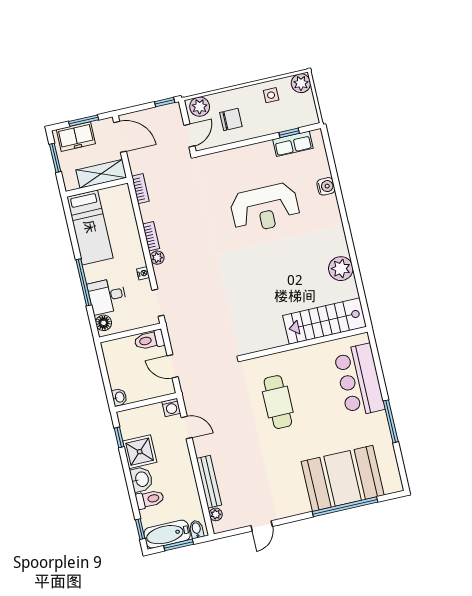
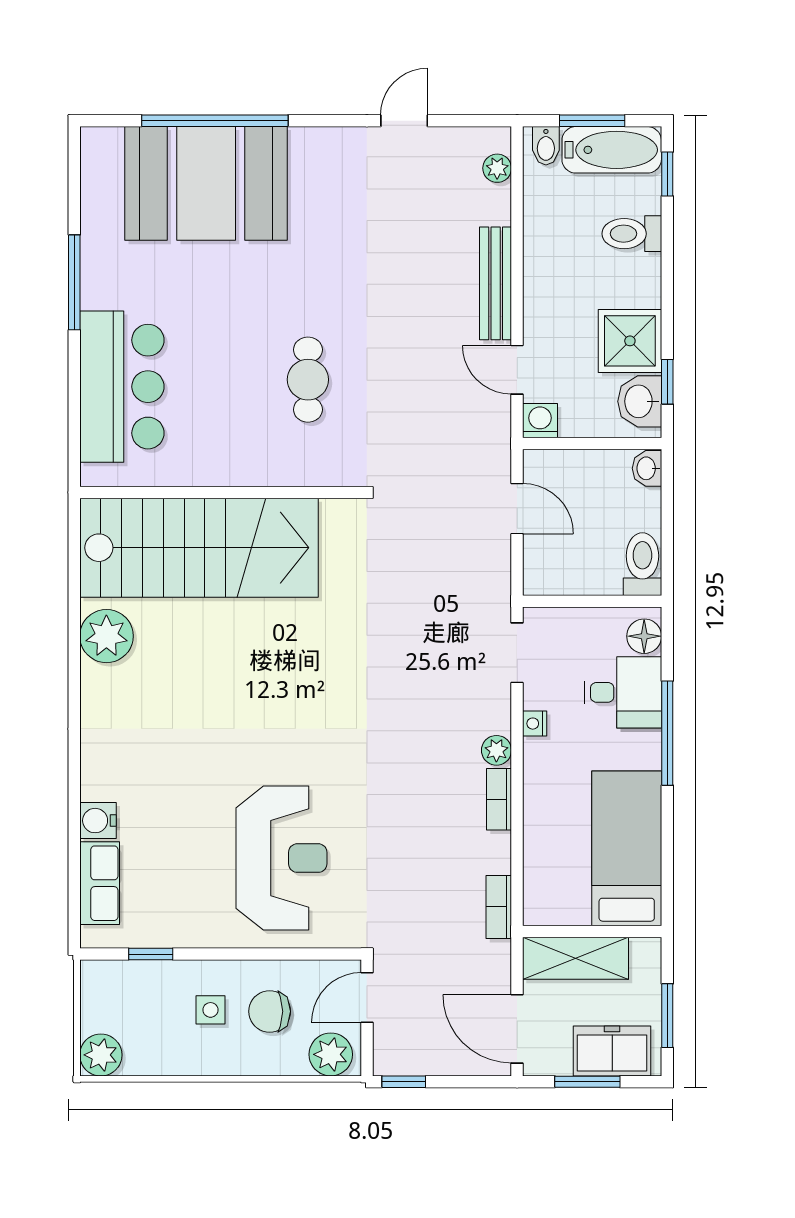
side table: (271, 95) -> (210, 1010), moved
row of seats: (293, 144) -> (100, 883), moved, turned 90
reception desk: (265, 208) -> (281, 858), moved, turned 90
stairs: (325, 321) -> (199, 548), width x1.36, depth x1.51
toilet: (149, 340) -> (642, 564), moved, turned -90
cafe table: (278, 402) -> (308, 380), width x0.73, depth x0.74
washbasin: (141, 479) -> (640, 401), moved
bench: (209, 482) -> (496, 283), moved

